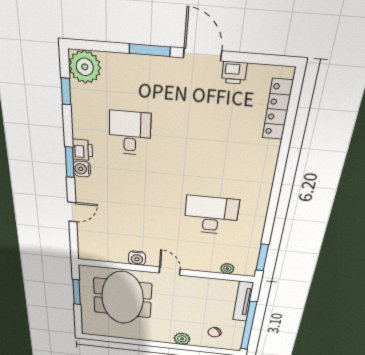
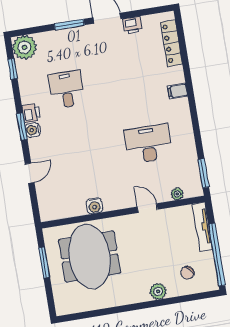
filing cabinet: (264, 169) -> (178, 91), added
door: (170, 271) -> (147, 208), moved

